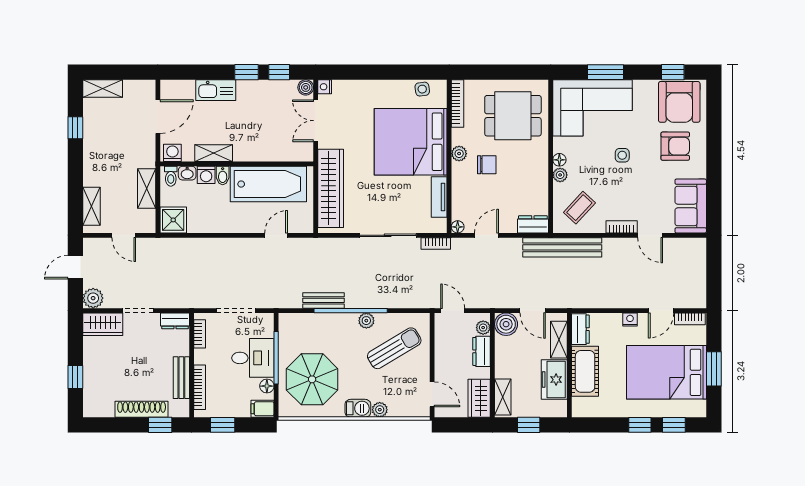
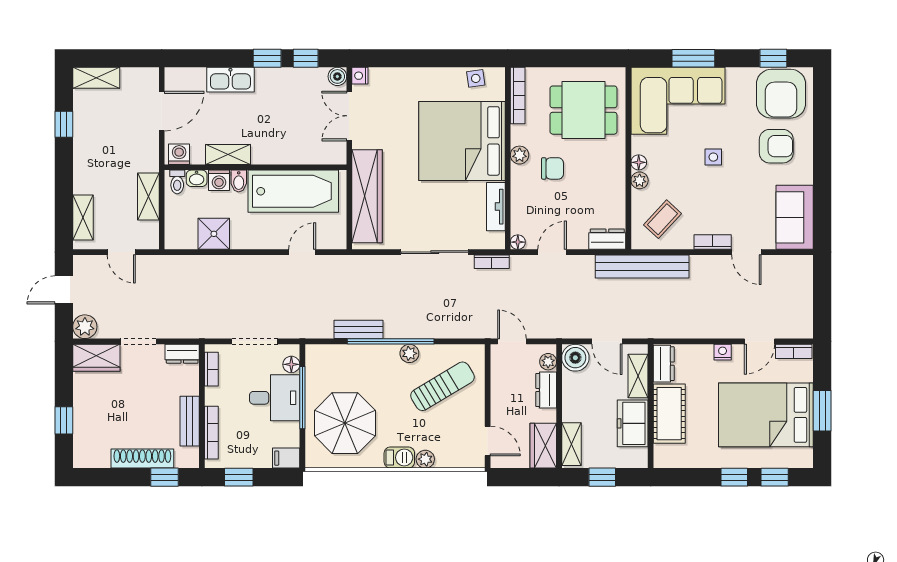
shower: (173, 220) -> (214, 234), moved
floor lamp: (267, 386) -> (291, 364), moved

